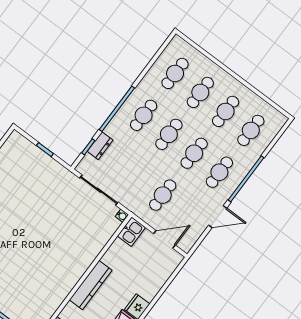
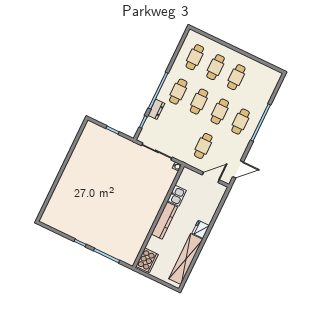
cafe table: (251, 130) -> (257, 87), removed
dresser: (100, 146) -> (156, 109), moved
door: (218, 217) -> (238, 169), moved
kitchen sink: (131, 232) -> (177, 196), moved

